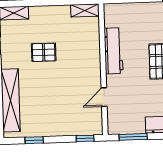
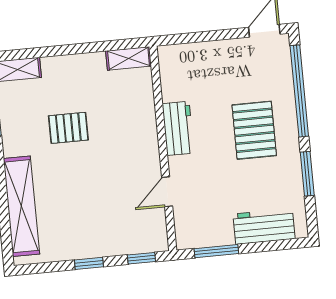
workbench: (113, 51) -> (178, 128), width x0.73
window: (34, 140) -> (89, 263), moved

